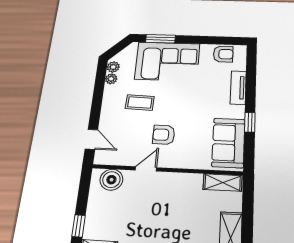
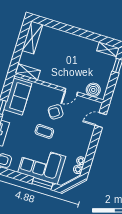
coffee table: (140, 103) -> (44, 131), moved
armchair: (164, 135) -> (56, 112), turned 146
door: (91, 139) -> (101, 120), hinge flipped

